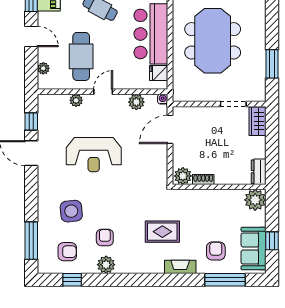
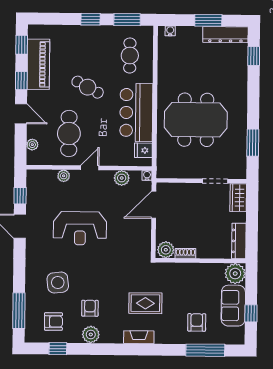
meeting table: (213, 41) -> (196, 120), turned 90
dresser: (259, 172) -> (239, 241), width x1.44
sofa: (254, 248) -> (233, 306), moved
fireplace: (180, 267) -> (139, 337), moved

